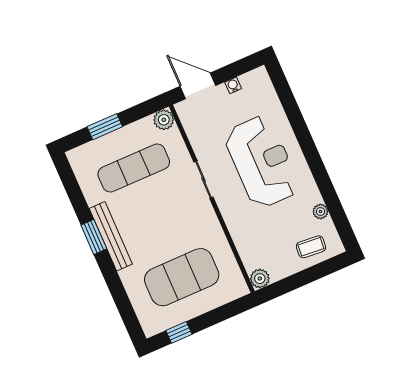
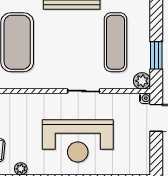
water cooler: (233, 85) -> (145, 98), moved
window: (105, 127) -> (156, 55), moved

